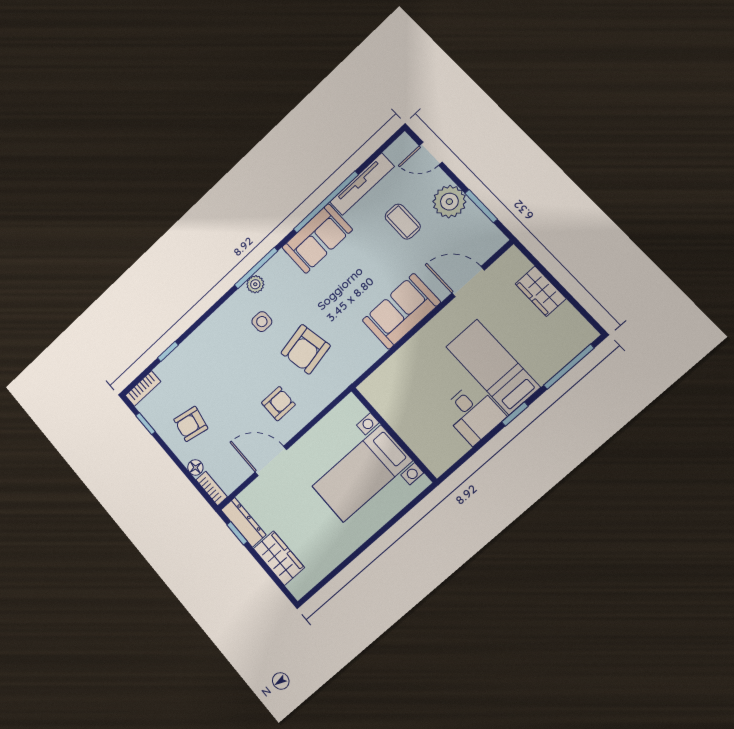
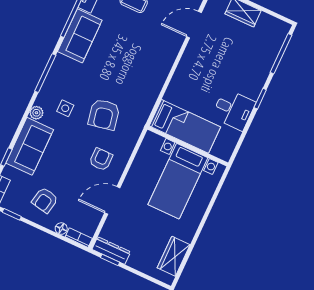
plant: (255, 284) -> (36, 113), moved
sofa: (401, 311) -> (30, 146), moved, turned 180
bed: (493, 367) -> (185, 126), moved, turned 180
wardrobe: (279, 558) -> (174, 256), moved, turned -90

